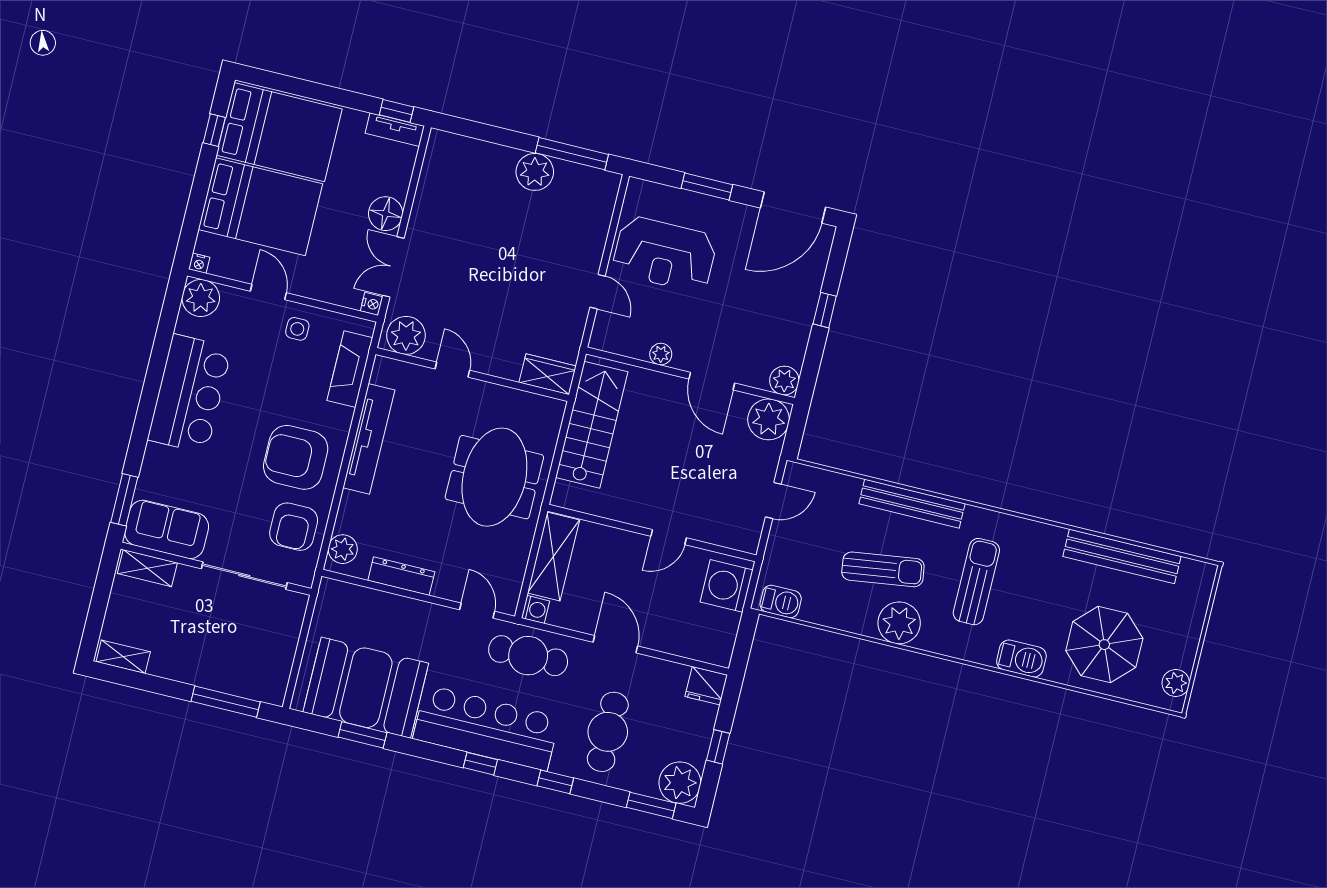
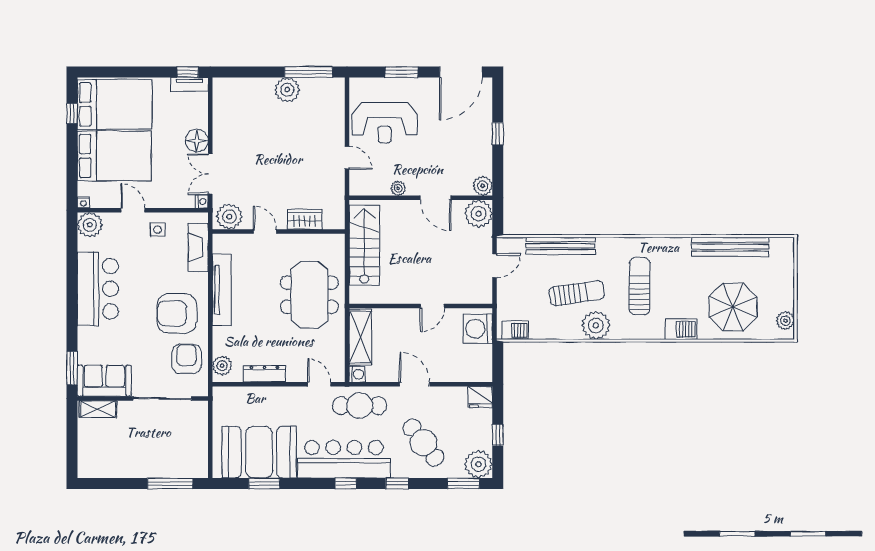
wardrobe: (548, 374) -> (305, 219), moved
bench: (912, 504) -> (561, 246), moved
armchair: (294, 527) -> (187, 359), turned 180
shelving: (123, 657) -> (96, 471), removed
cafe table: (608, 732) -> (424, 442), turned -37

